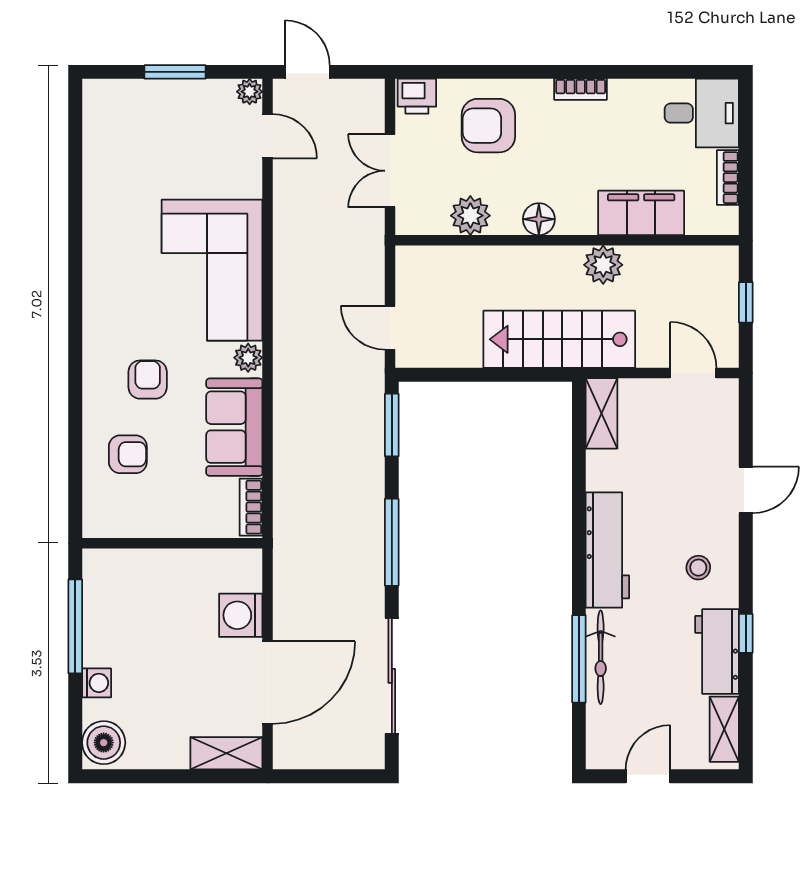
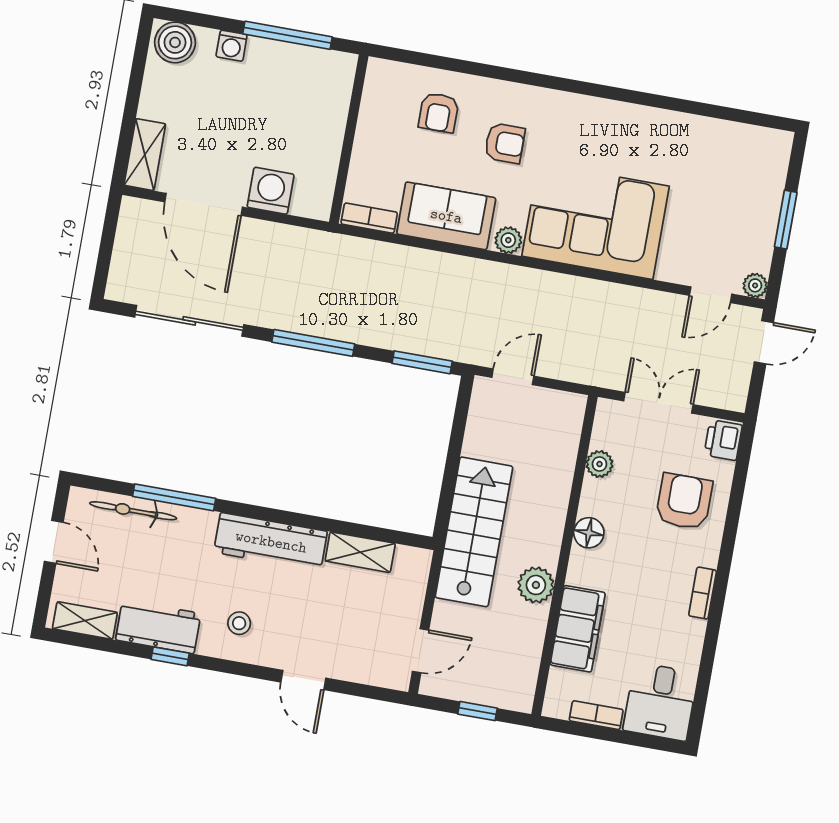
plant: (470, 216) -> (599, 464), width x0.73, depth x0.73
shelving: (602, 413) -> (360, 552), moved
bicycle: (601, 657) -> (133, 511), moved

